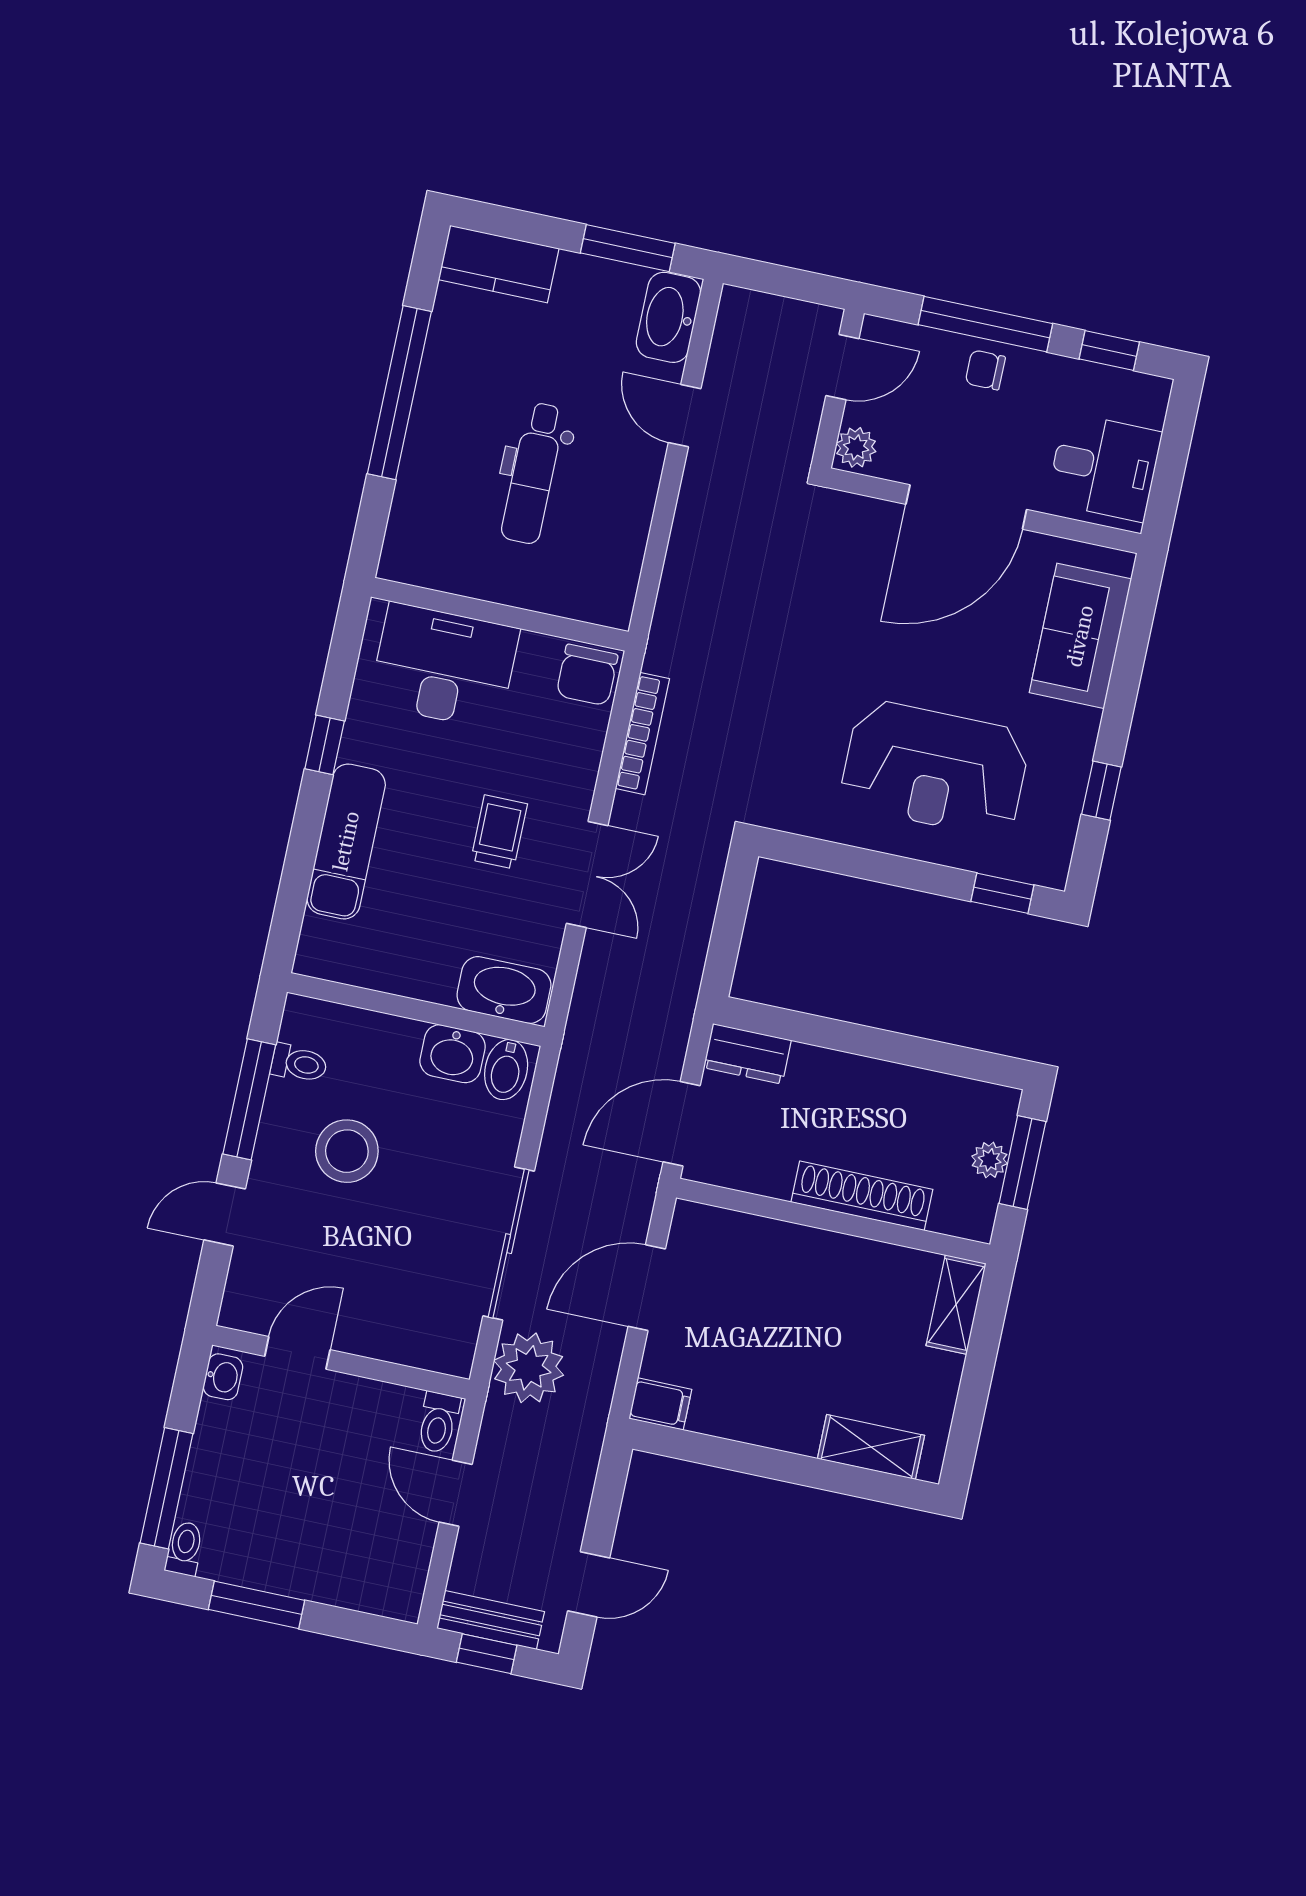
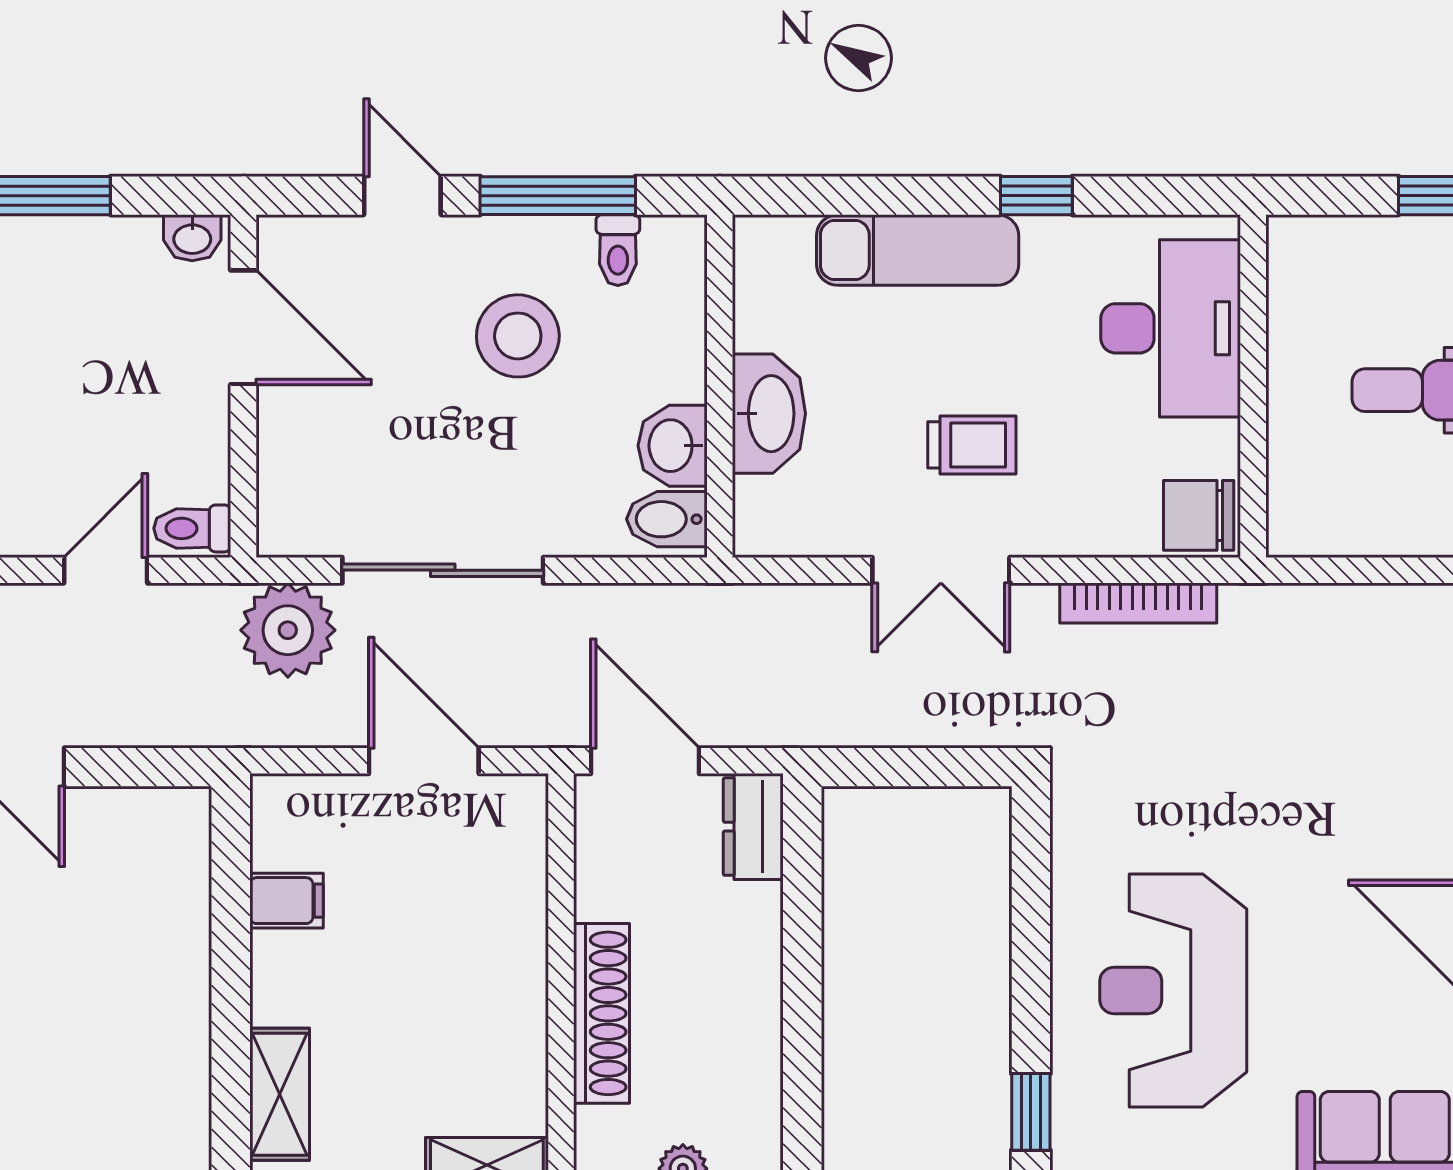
washbasin: (504, 990) -> (769, 414), moved
door: (297, 1353) -> (243, 327), width x1.38
filing cabinet: (660, 1404) -> (286, 901), moved, turned -90

